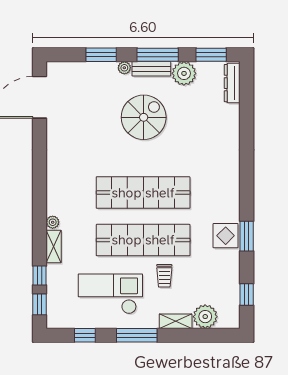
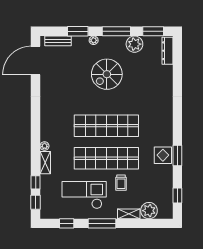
bench: (151, 69) -> (58, 41), moved
spiral stairs: (144, 117) -> (107, 74), turned 180

